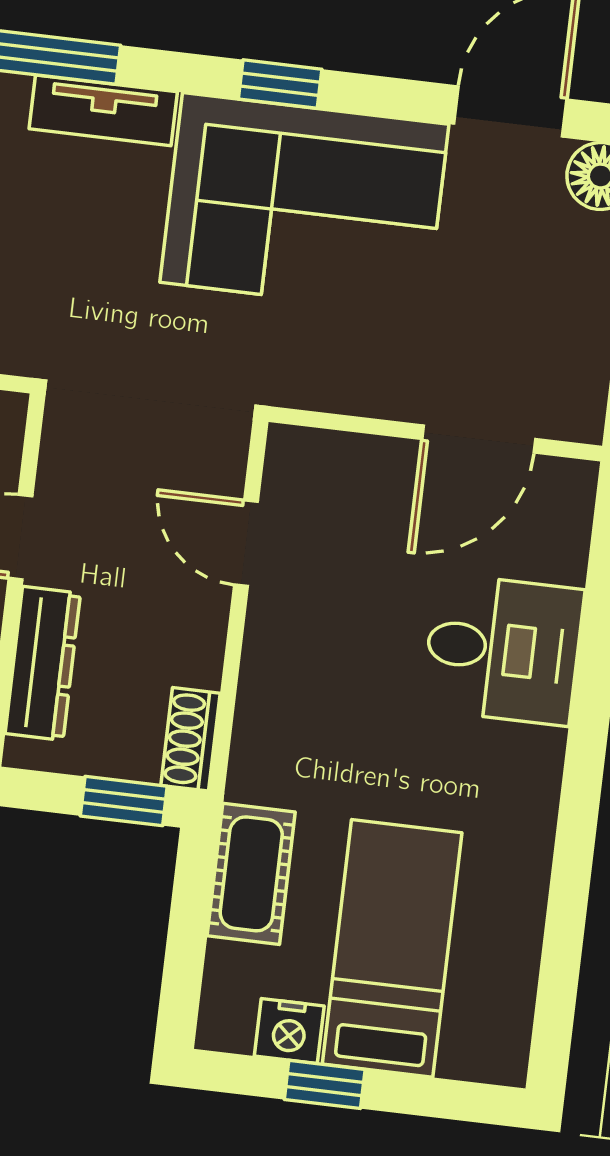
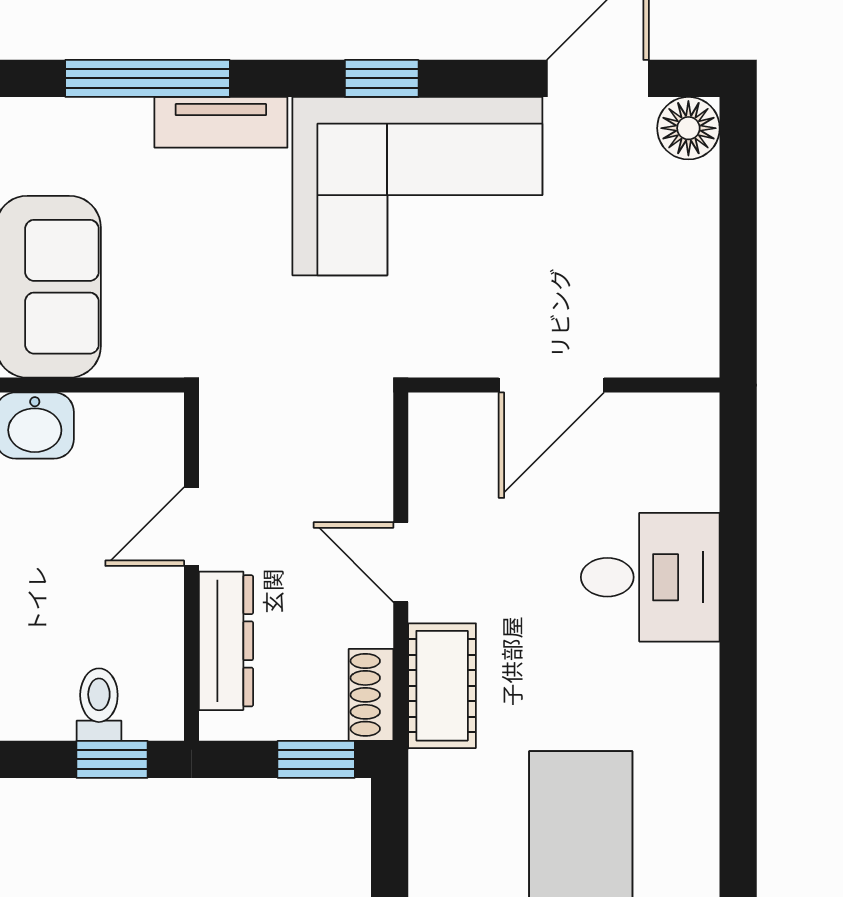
door: (479, 439) -> (551, 385), moved
door: (246, 543) -> (401, 562), moved
cot: (251, 874) -> (442, 686), moved

